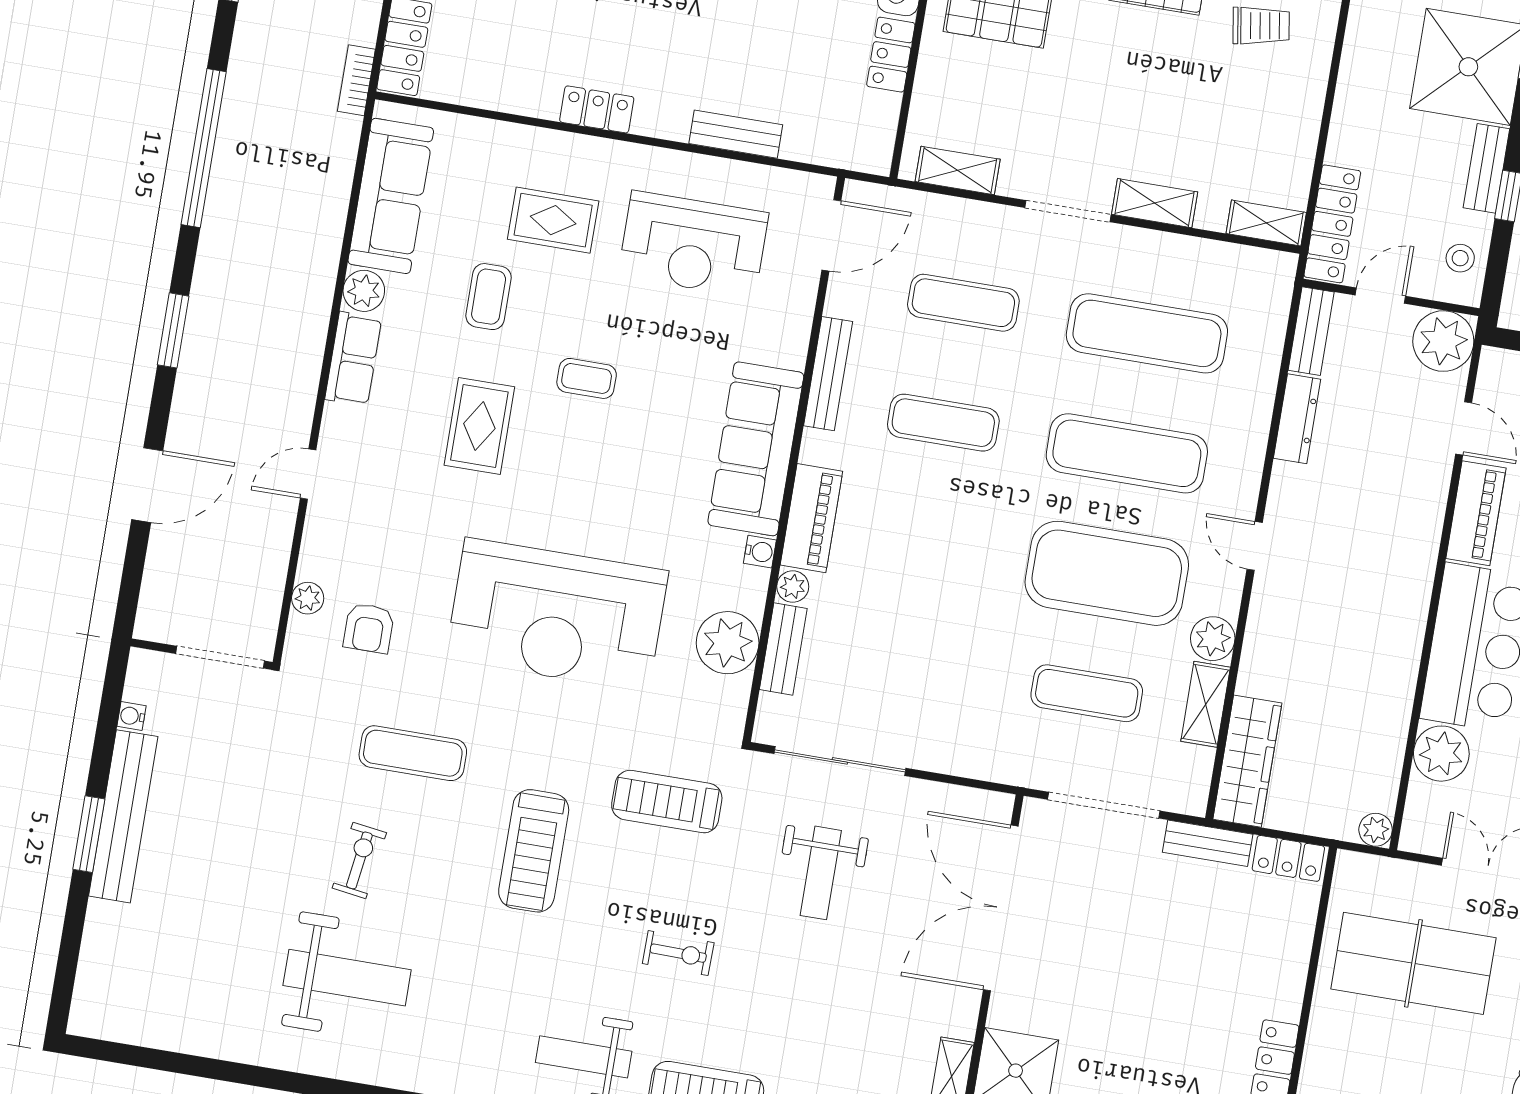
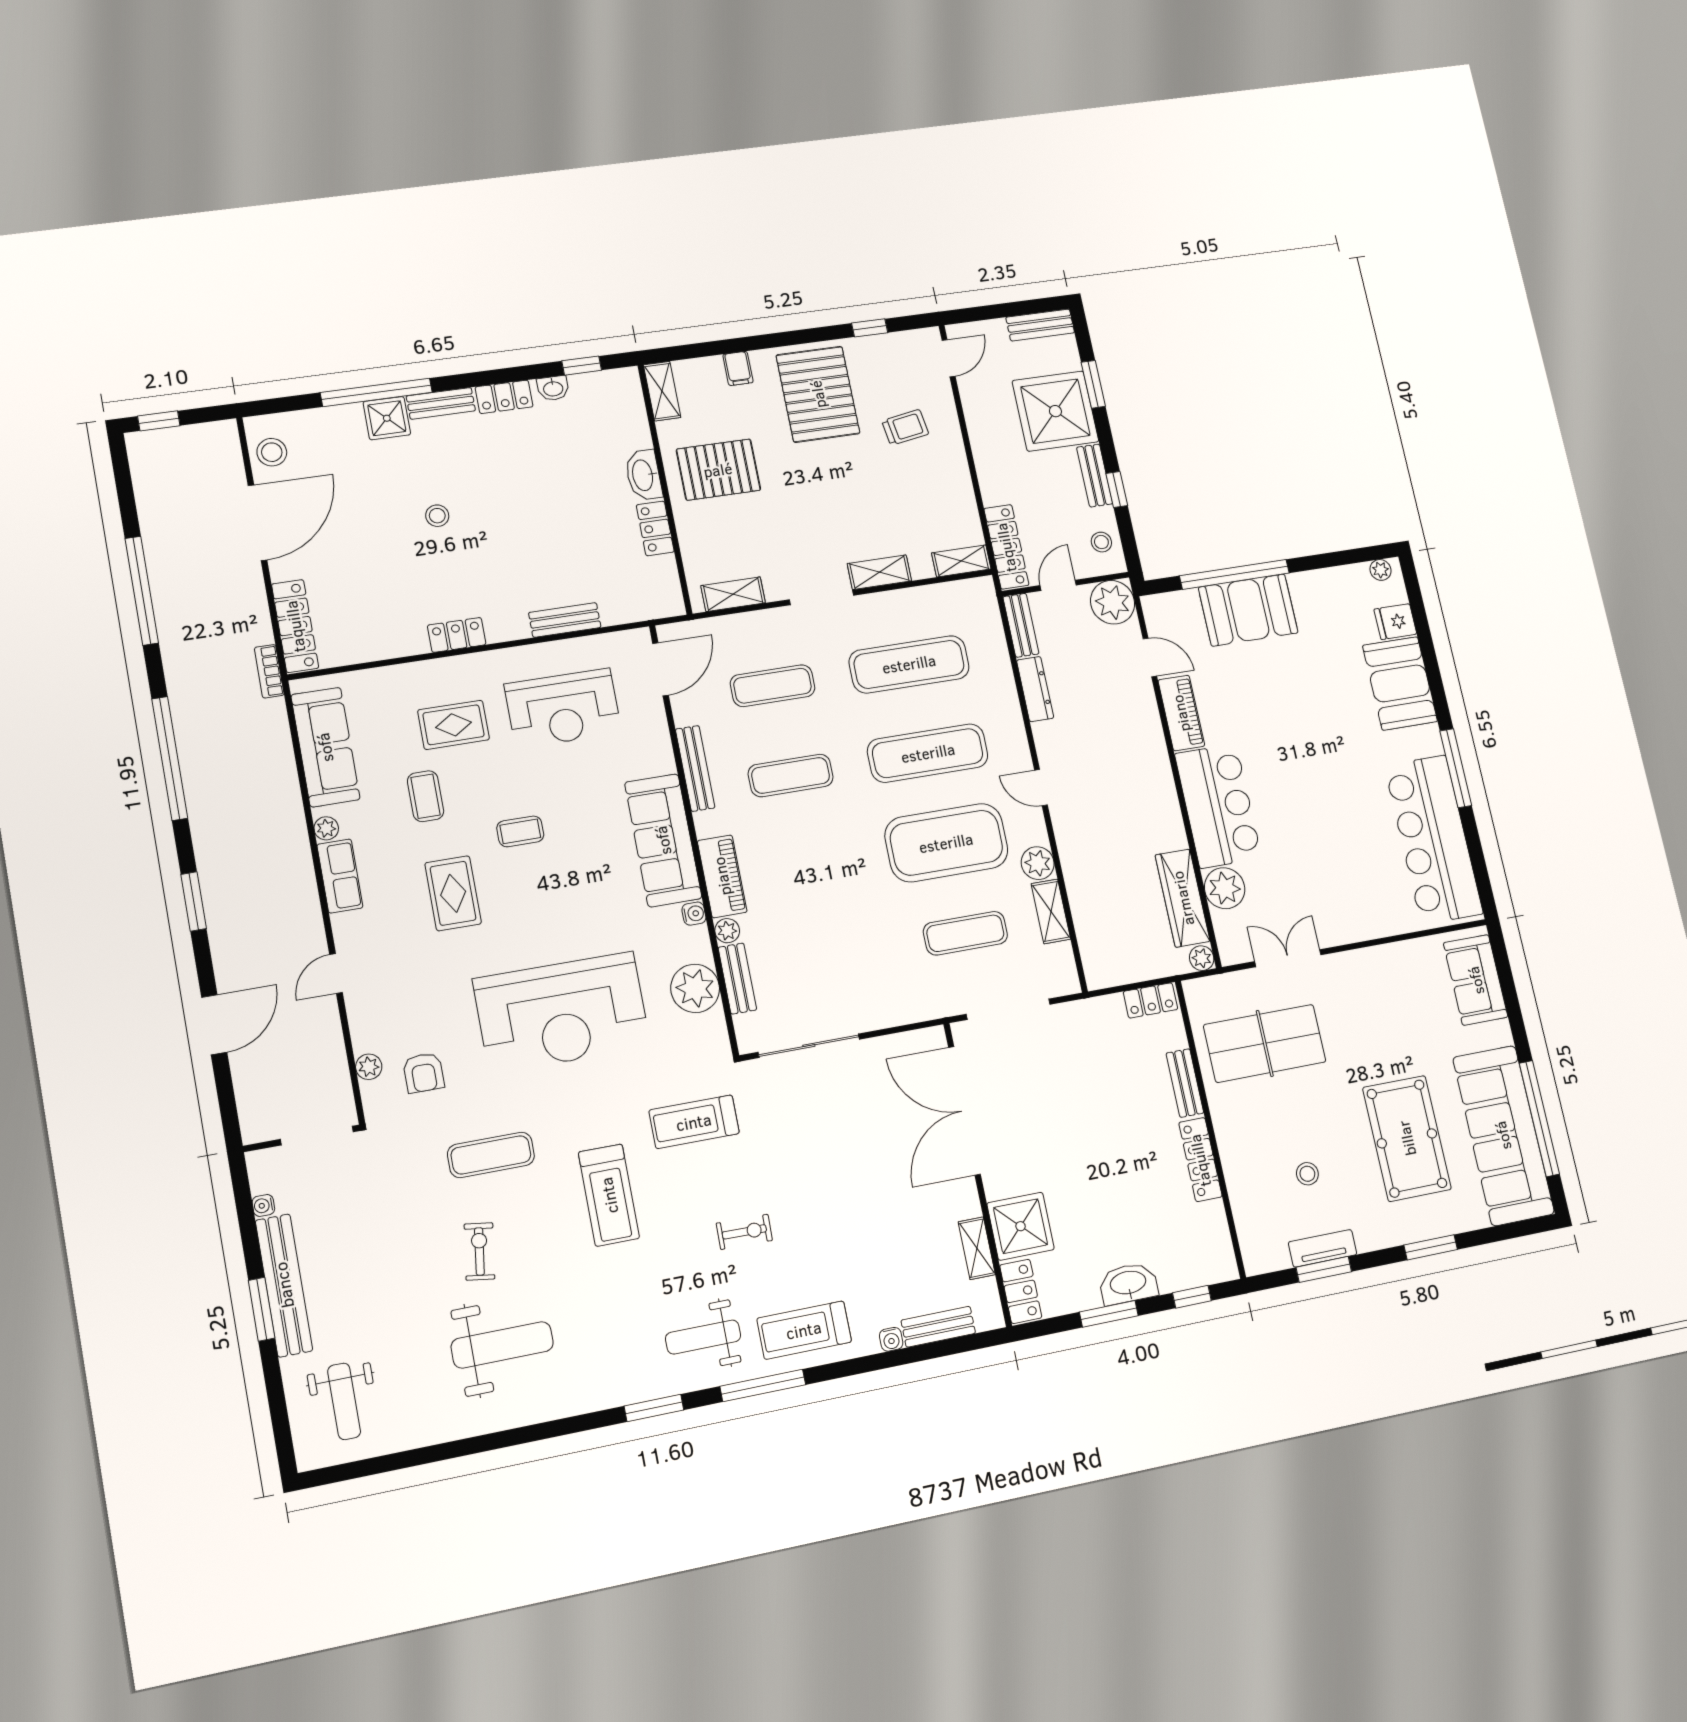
plant: (364, 291) -> (326, 828), width x0.73, depth x0.73
wardrobe: (1247, 761) -> (1183, 898), moved, turned 180
bench: (1208, 843) -> (1185, 1083), moved, turned 90
weight bench: (821, 873) -> (344, 1401), moved

